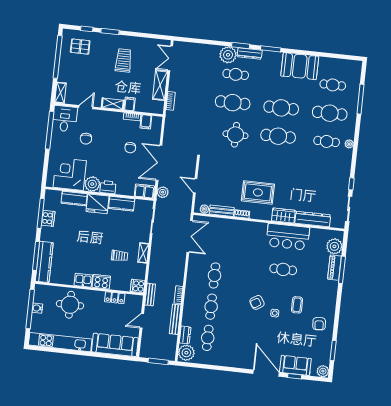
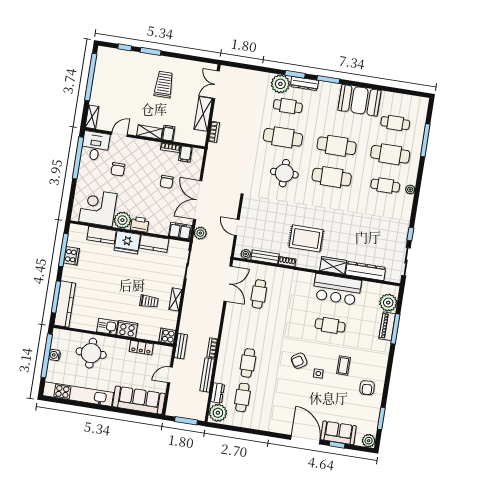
pallet: (80, 47) -> (116, 67), removed
cafe table: (215, 275) -> (259, 294), moved

